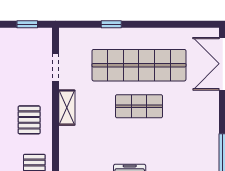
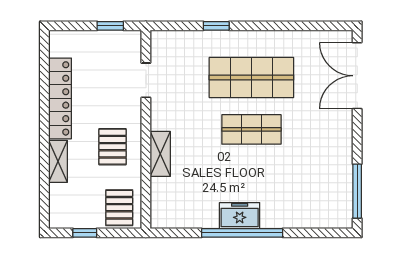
shop shelf: (139, 65) -> (251, 78), width x0.71
shelving: (67, 108) -> (160, 154), moved

